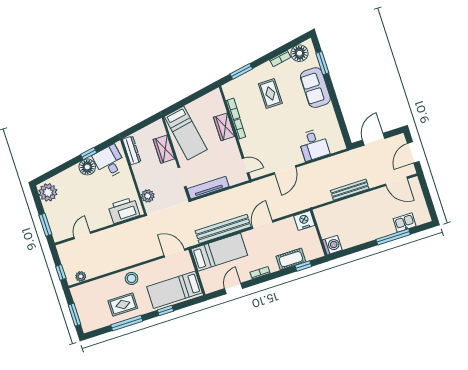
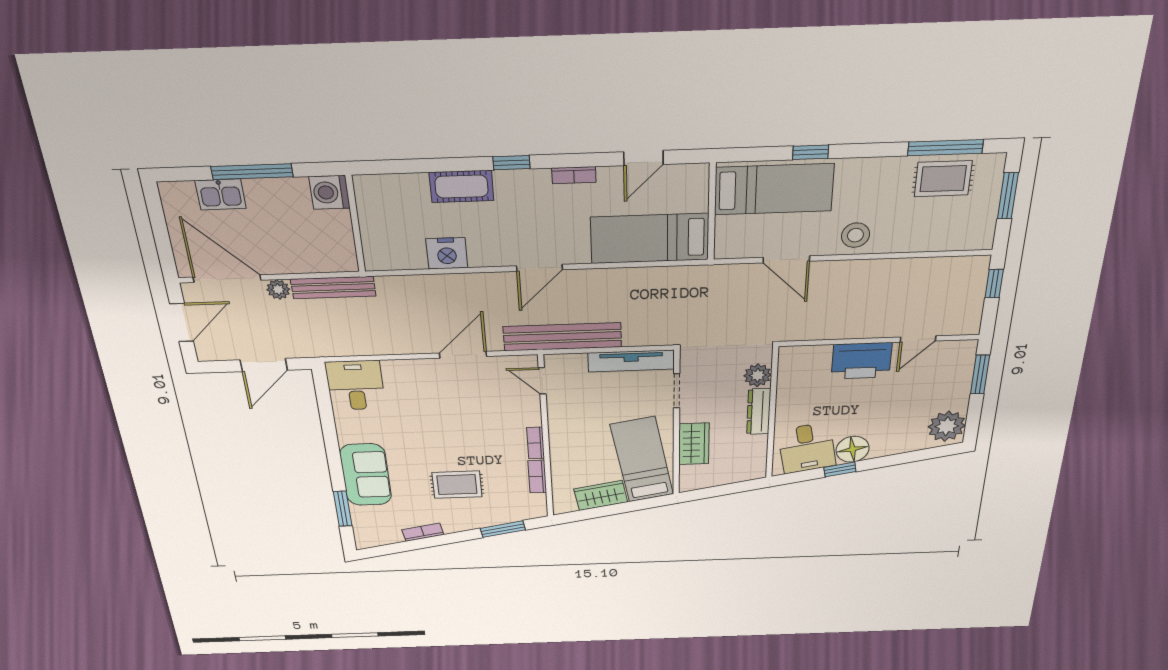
floor lamp: (299, 53) -> (384, 532), removed
rug: (270, 93) -> (457, 485), turned 90
wardrobe: (224, 127) -> (601, 496), moved, turned -100
desk: (314, 145) -> (355, 385), moved
dresser: (132, 150) -> (759, 412), moved
door: (396, 181) -> (227, 279), width x1.36
printer: (124, 210) -> (861, 361), moved
bench: (223, 229) -> (562, 337), moved
wall: (319, 233) -> (355, 224), moved
washing machine: (332, 245) -> (330, 192), moved
door: (174, 253) -> (786, 259), moved
cot: (291, 259) -> (461, 186), moved
window: (303, 266) -> (511, 163), moved
plant: (81, 276) -> (278, 289), moved
rug: (123, 304) -> (943, 179), moved
window: (127, 323) -> (945, 148), moved

